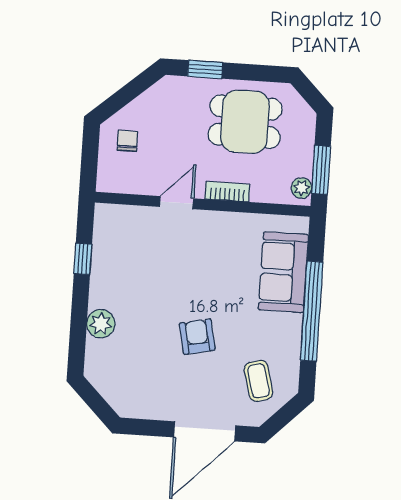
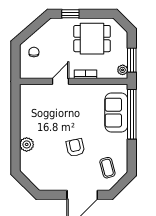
window: (83, 259) -> (16, 113), removed
window: (312, 311) -> (132, 114), moved

